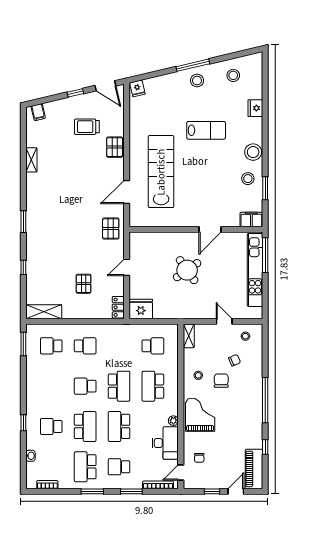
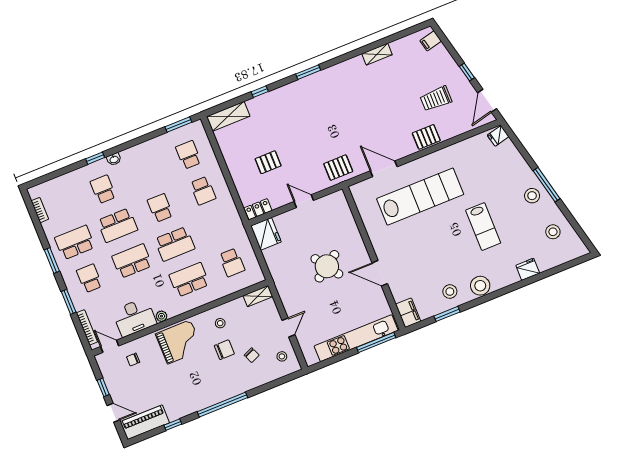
trolley: (87, 127) -> (436, 99), turned -90
shelving: (44, 312) -> (228, 116), moved, turned 90
washbasin: (30, 456) -> (114, 159), moved

